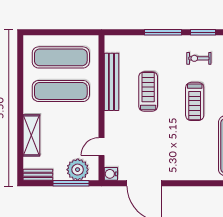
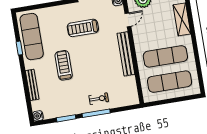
exercise bike: (199, 58) -> (99, 99), moved
bench: (111, 82) -> (126, 54), moved
treadmill: (148, 91) -> (83, 28), moved, turned 90

